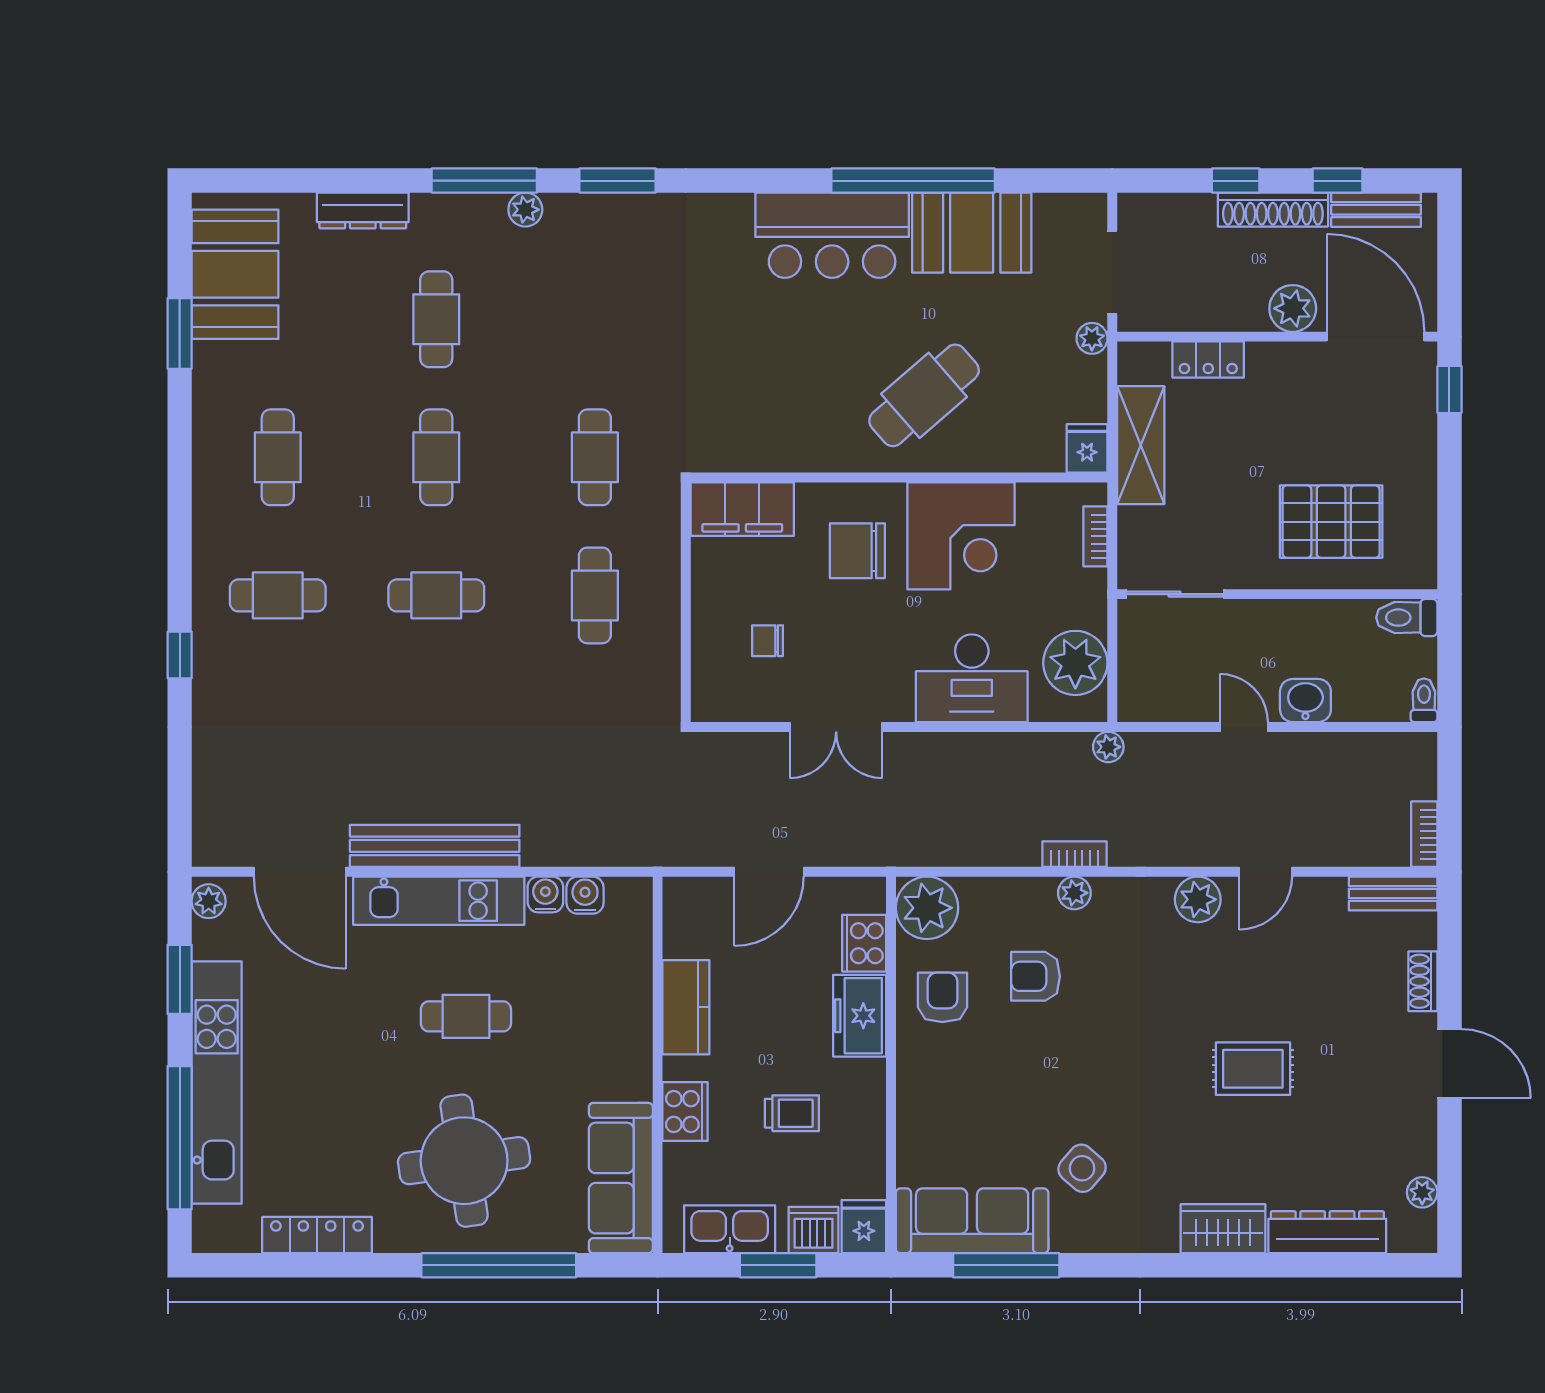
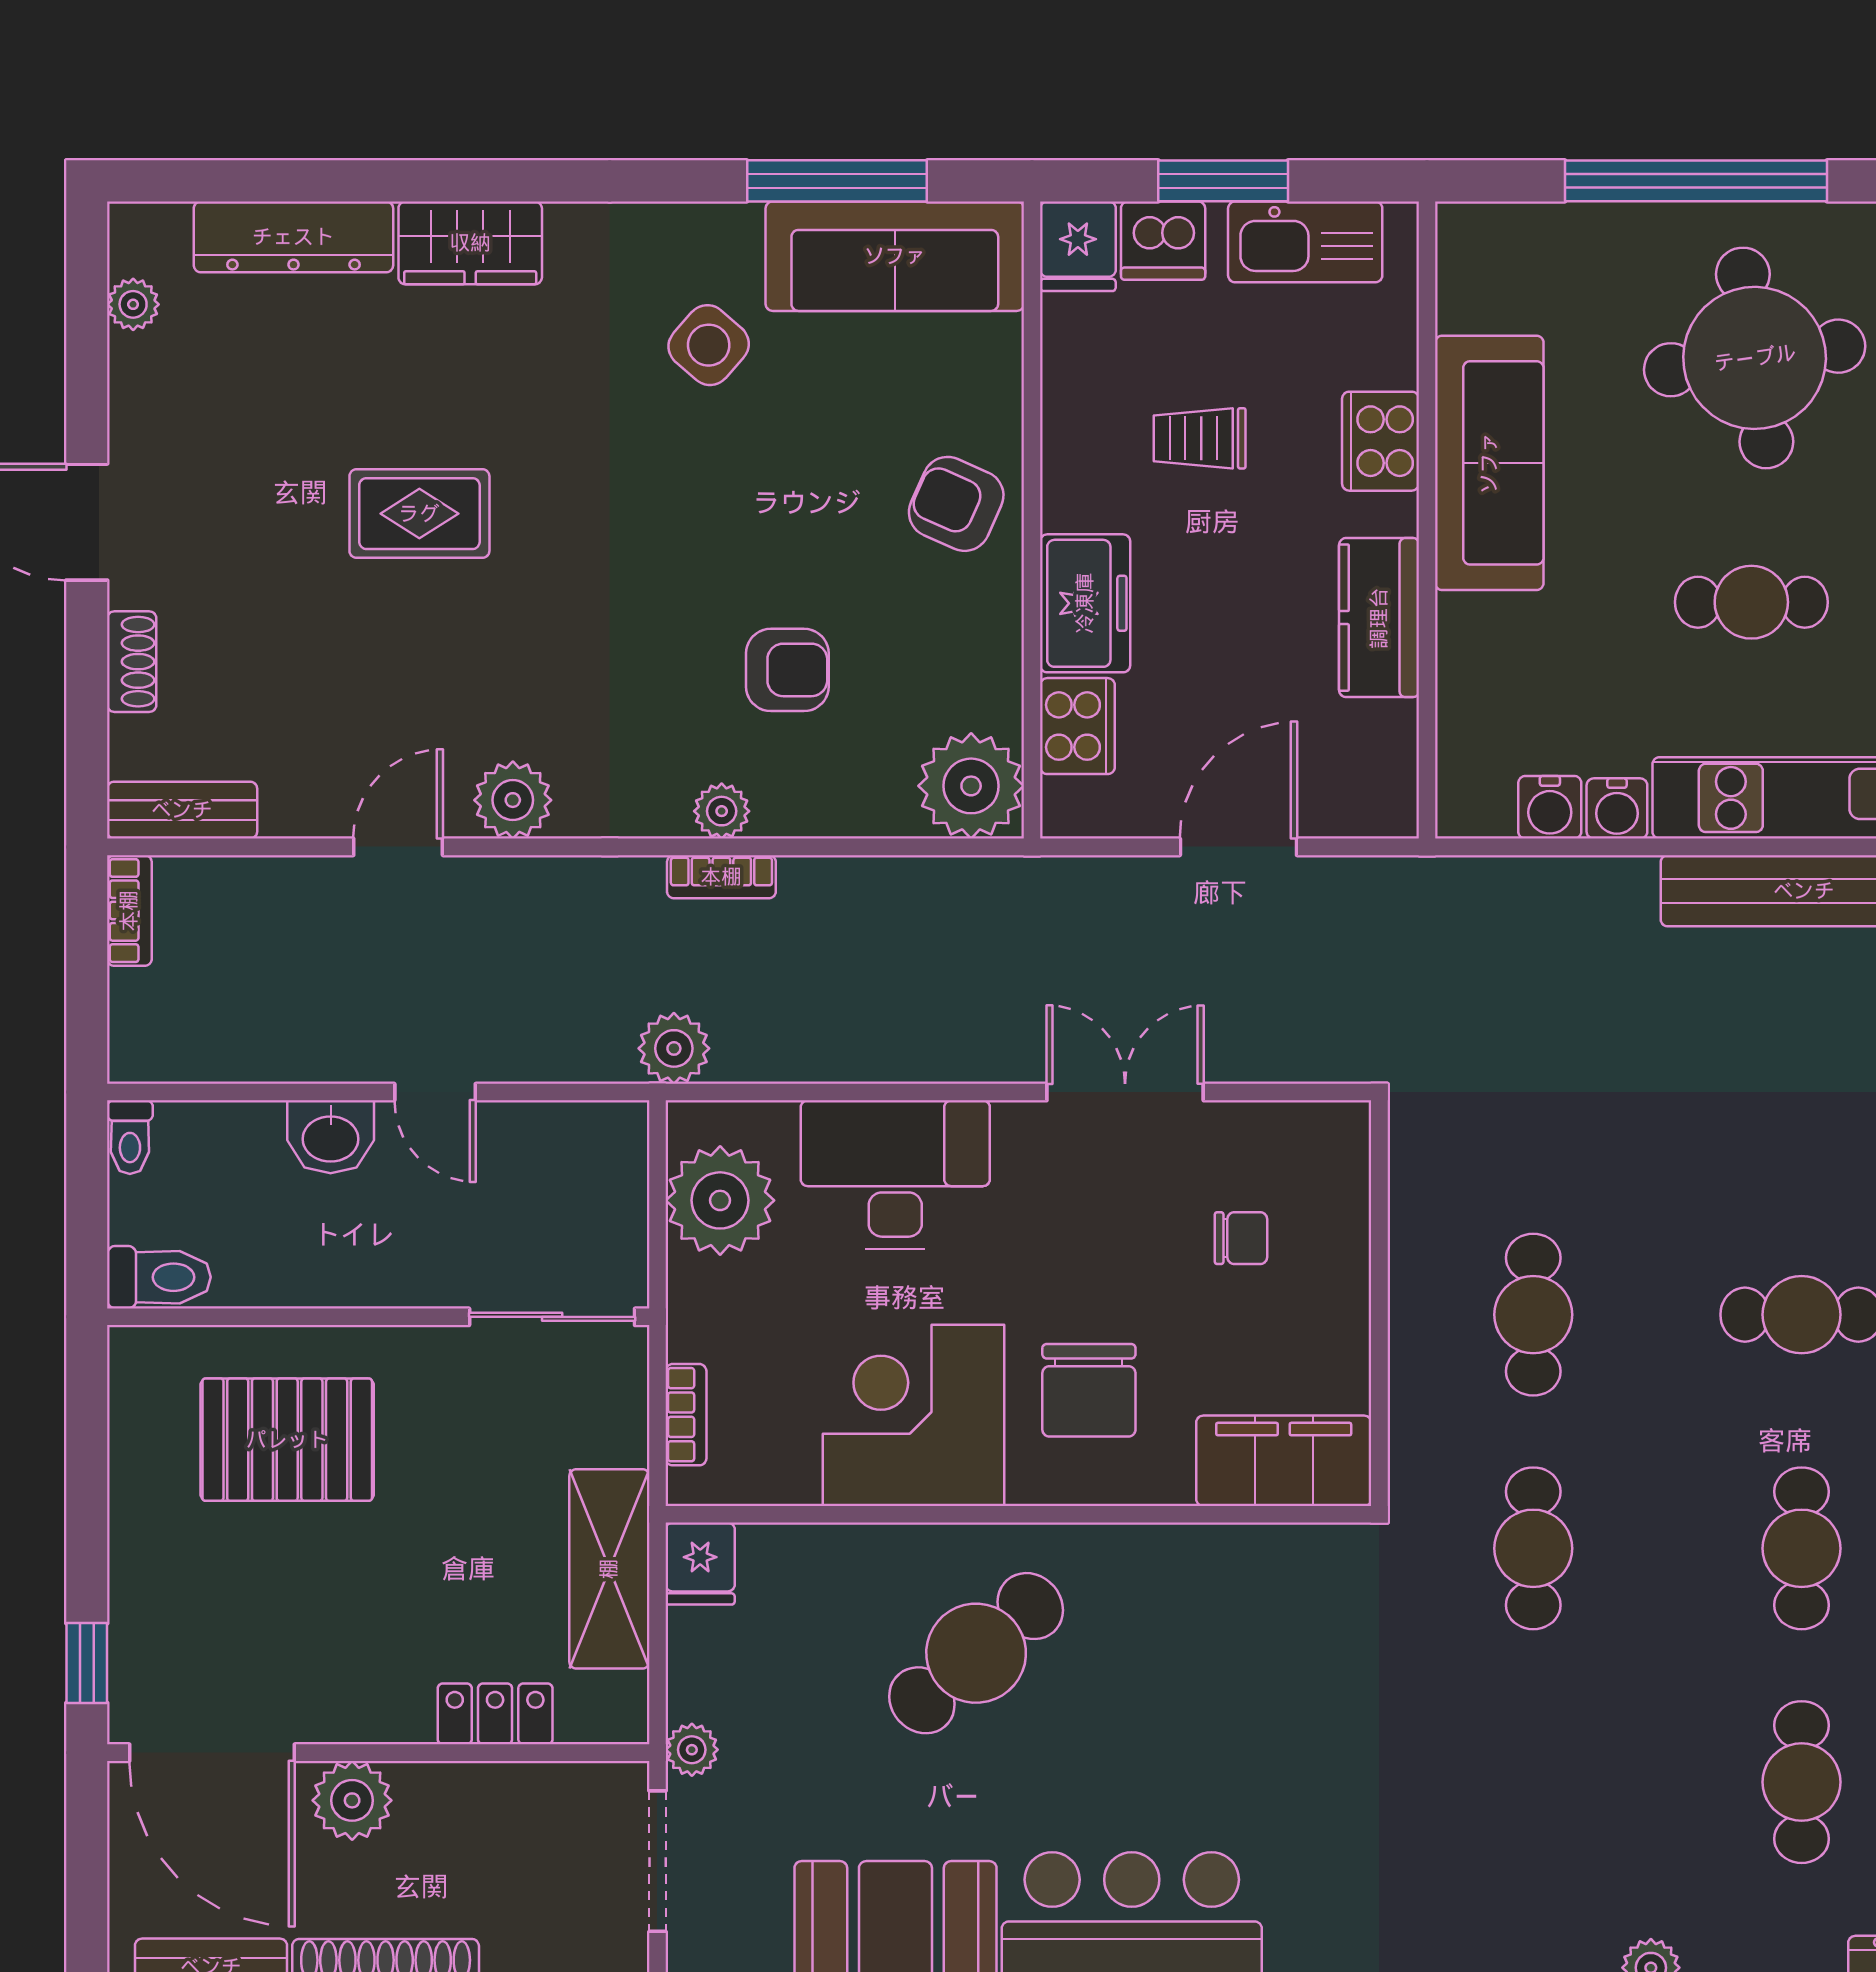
chair: (857, 551) -> (1089, 1390), turned 90
plant: (1108, 747) -> (674, 1048), width x1.38, depth x1.38
armchair: (942, 997) -> (956, 504), moved, turned 114
sofa: (621, 1178) -> (1489, 463), moved

